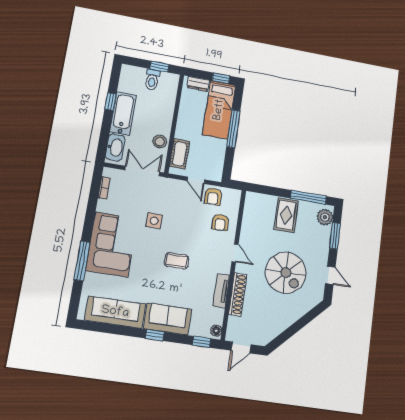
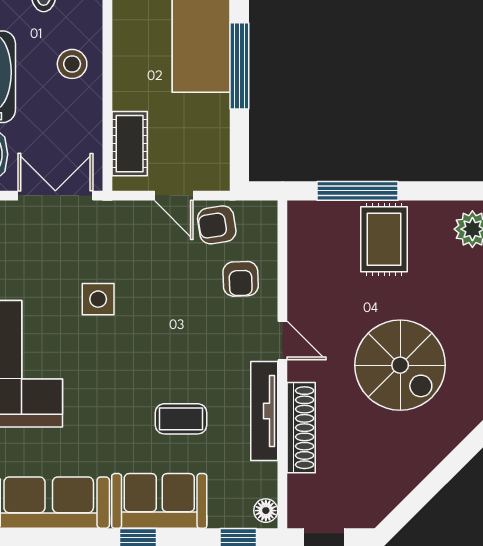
stool: (160, 142) -> (72, 64), moved
armchair: (213, 196) -> (217, 225), turned 81
window: (308, 197) -> (358, 191), moved
coffee table: (177, 261) -> (181, 419), moved
tv unit: (221, 291) -> (264, 411), width x1.41

